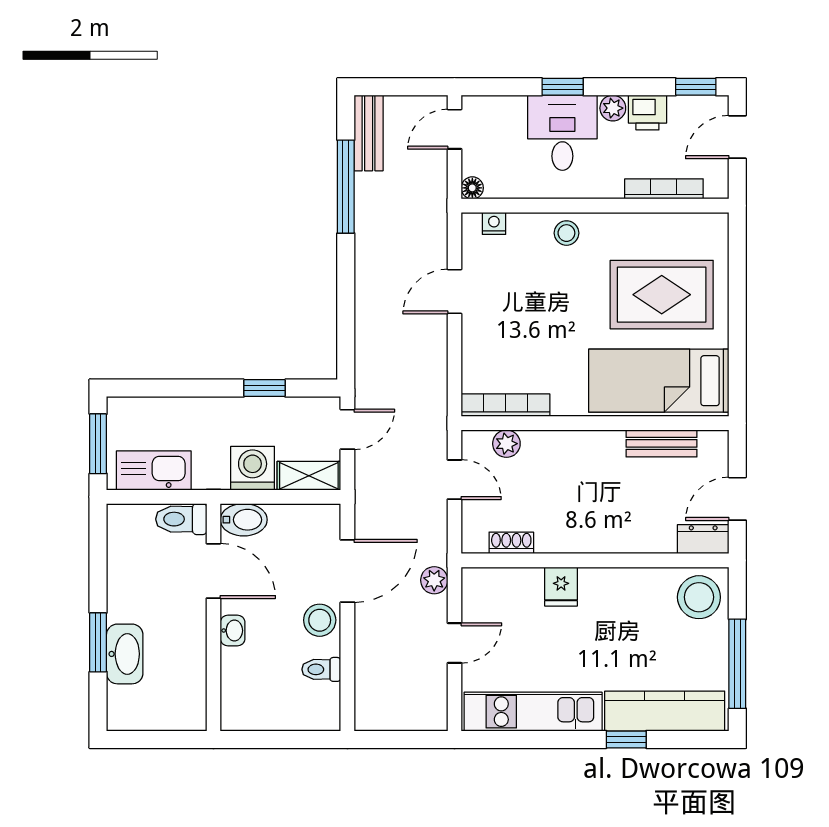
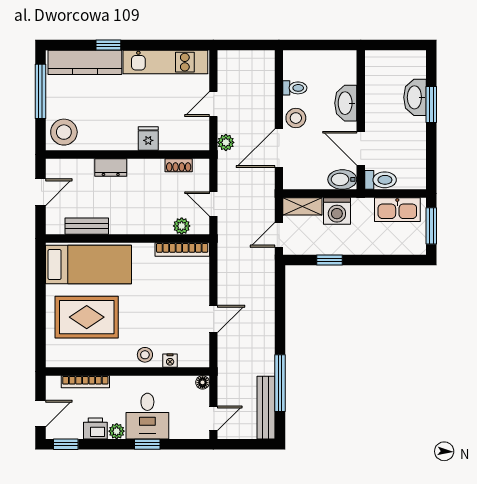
bench: (369, 133) -> (266, 408), width x1.36
nightstand: (494, 223) -> (170, 361), moved
dresser: (703, 539) -> (111, 168), moved
washbasin: (233, 631) -> (346, 103), width x1.91, depth x1.45

